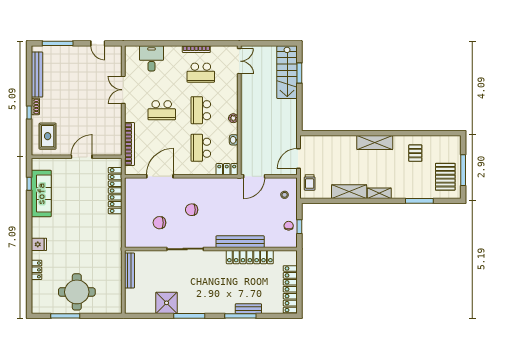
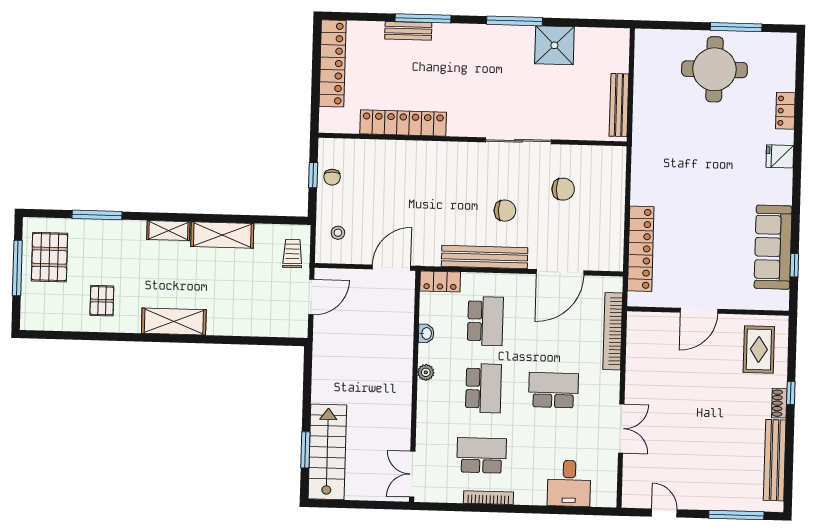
bench: (240, 242) -> (485, 257), moved

